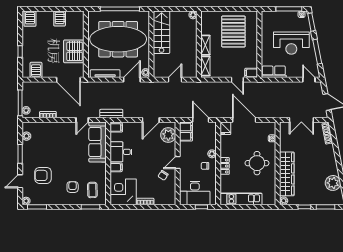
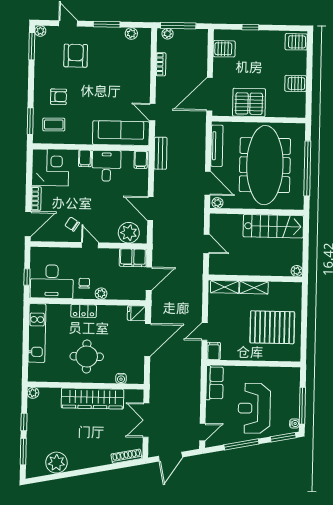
wardrobe: (287, 174) -> (92, 399), moved
desk: (195, 193) -> (52, 282), moved, turned -90
door: (164, 207) -> (28, 224), added

